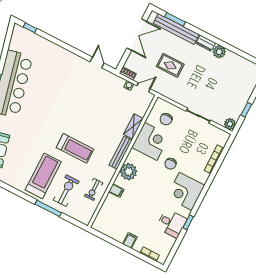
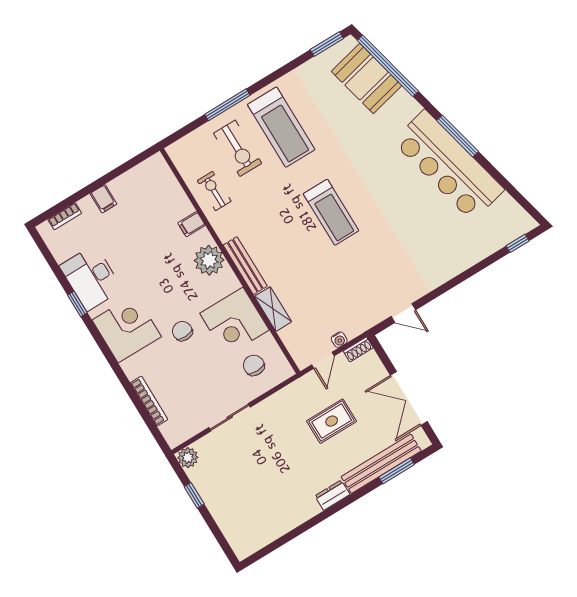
plant: (219, 52) -> (307, 508), removed
treadmill: (75, 148) -> (331, 212), moved, turned -90
desk: (172, 223) -> (91, 278), width x1.37

